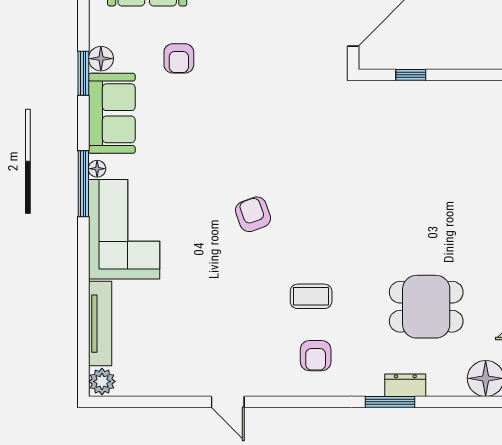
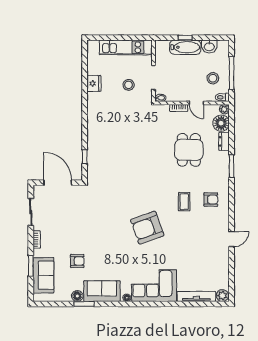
window: (83, 184) -> (134, 304), removed
armchair: (253, 214) -> (147, 228), width x1.88, depth x1.88
dresser: (405, 385) -> (224, 141), moved

